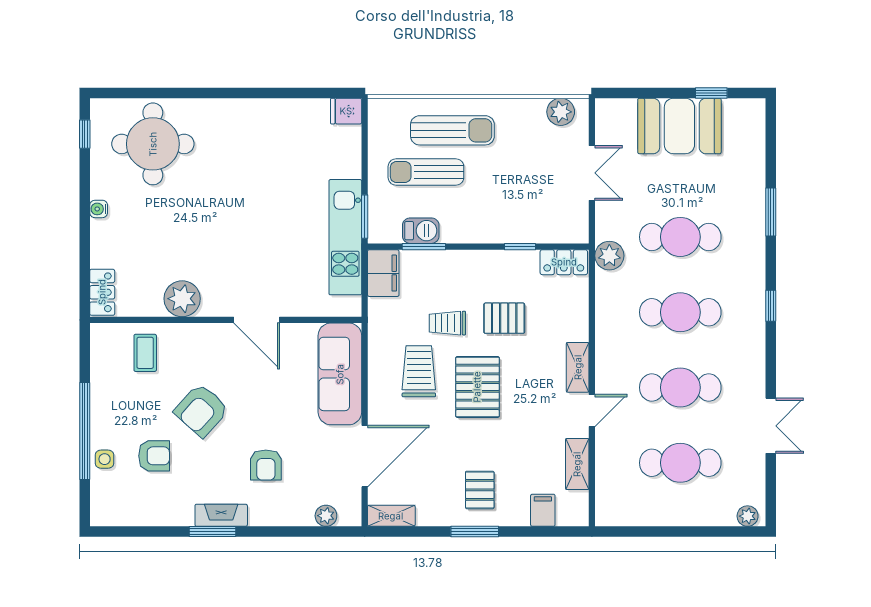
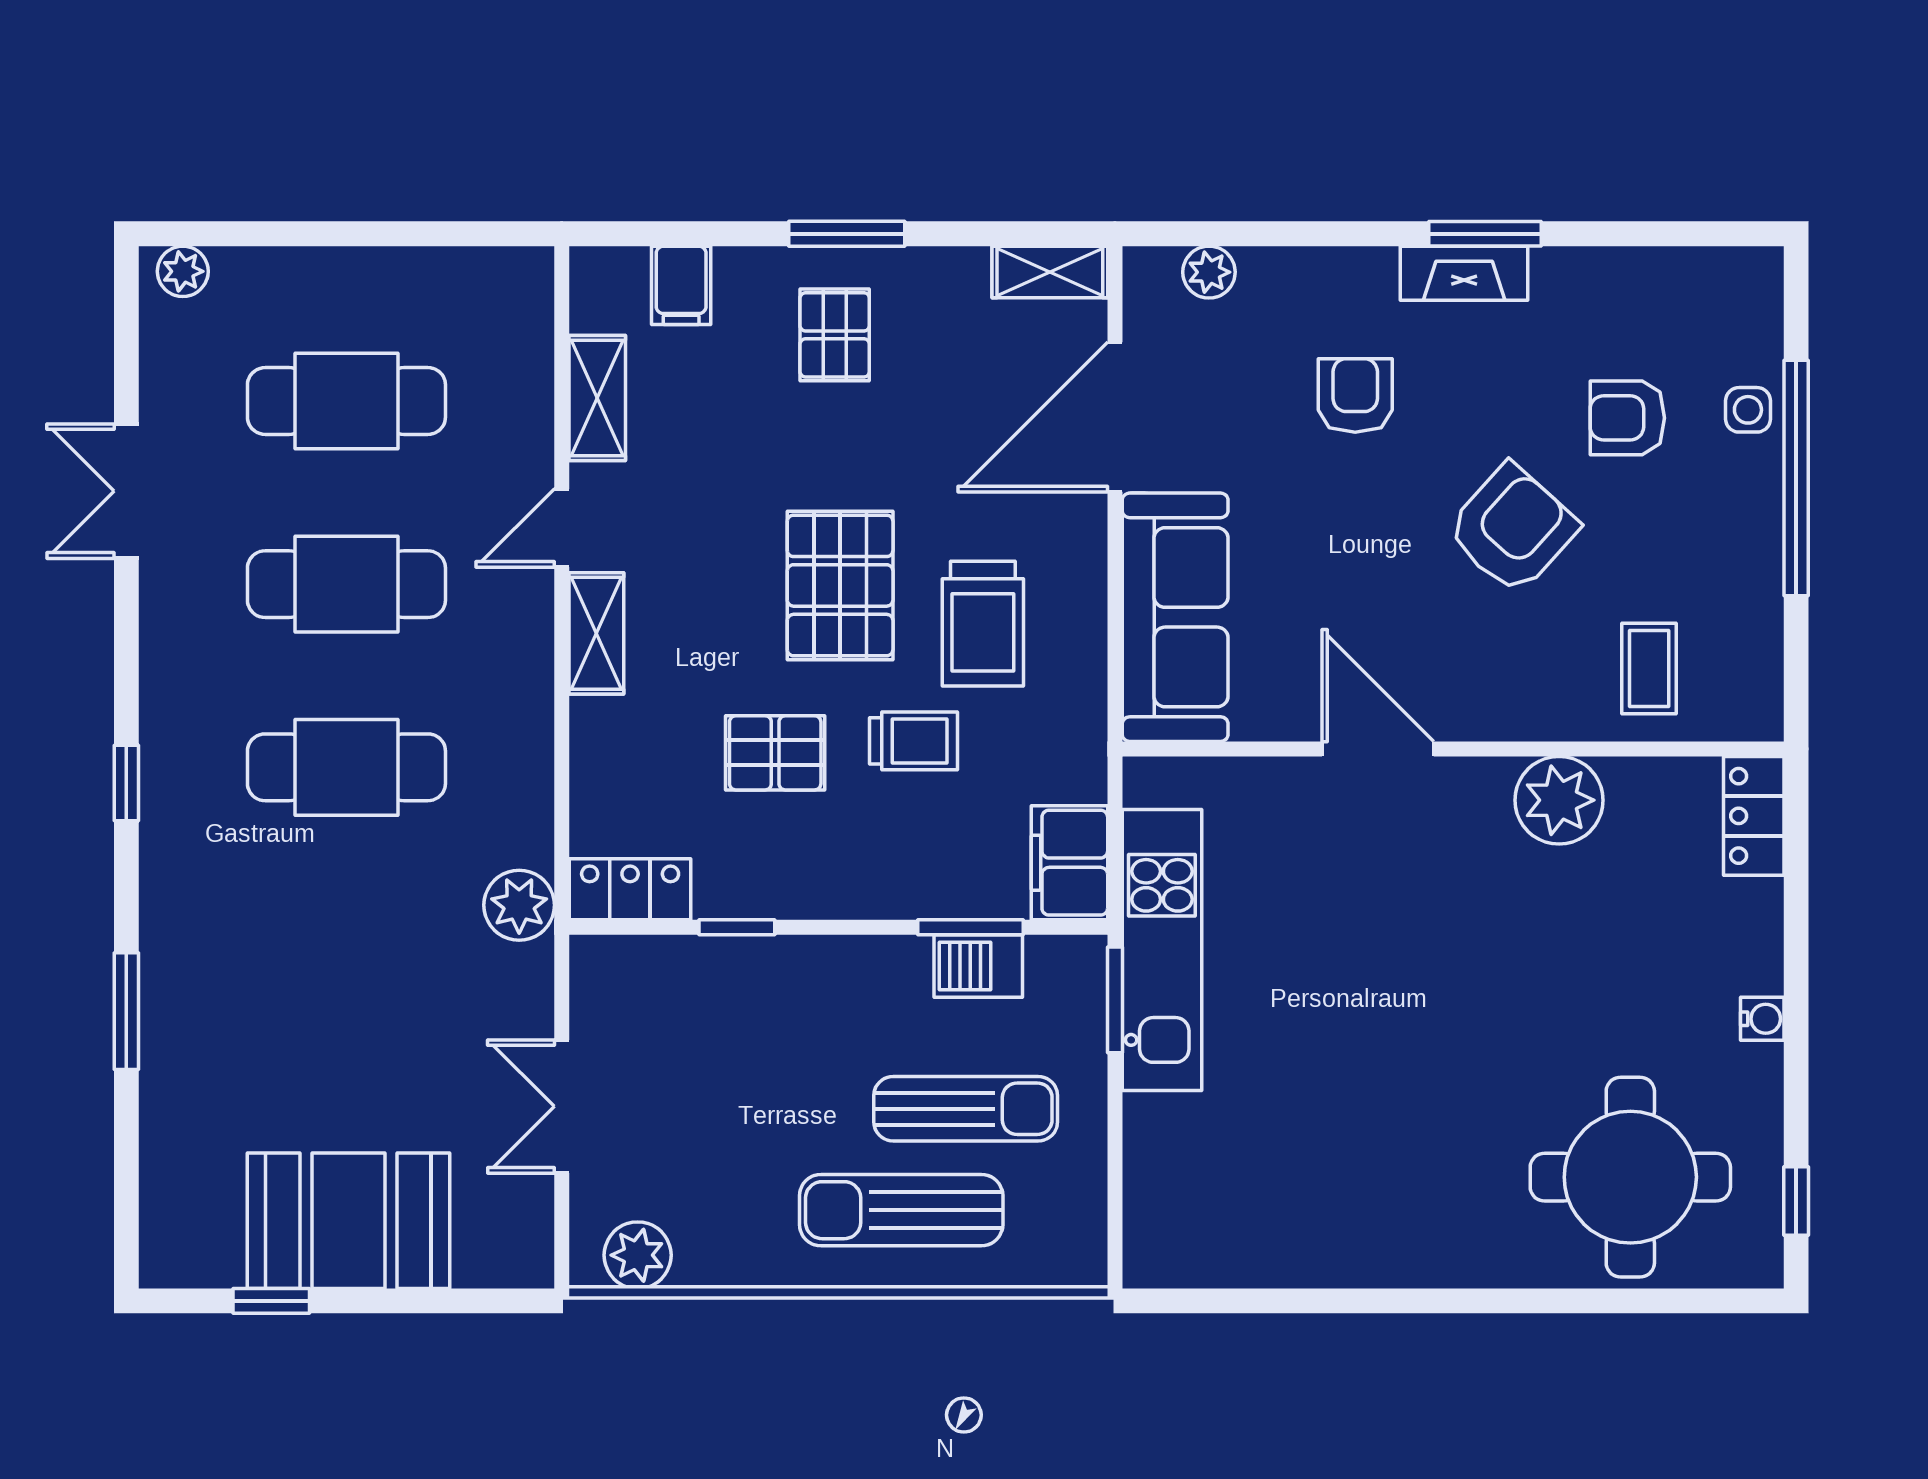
fridge: (346, 111) -> (1160, 1257), removed
cafe table: (680, 237) -> (346, 951), removed

